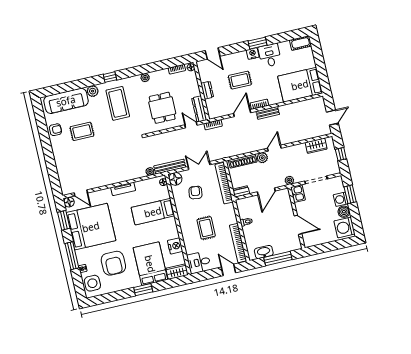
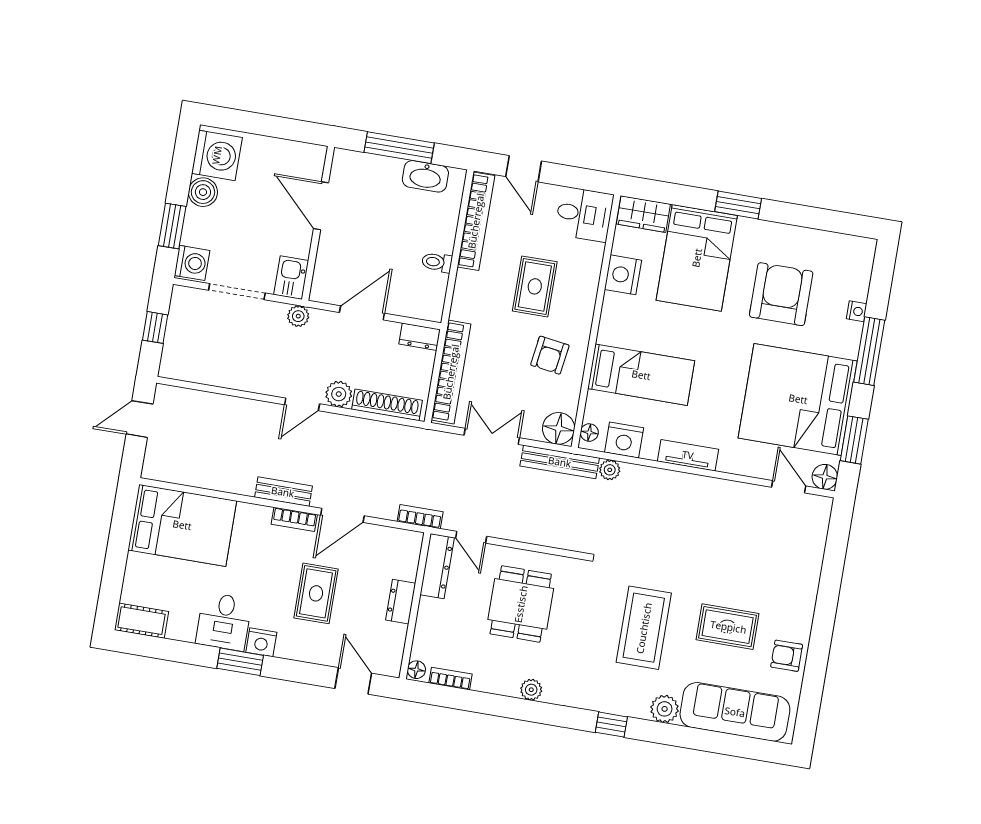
rug: (240, 80) -> (316, 593), turned 90
coffee table: (118, 103) -> (644, 628), moved
wardrobe: (316, 146) -> (204, 370), removed
double door: (199, 166) -> (492, 436), swing flipped
nightstand: (149, 185) -> (624, 440), added
armchair: (195, 193) -> (550, 355), moved
washing machine: (341, 199) -> (192, 263), moved
side table: (92, 283) -> (848, 268), removed

